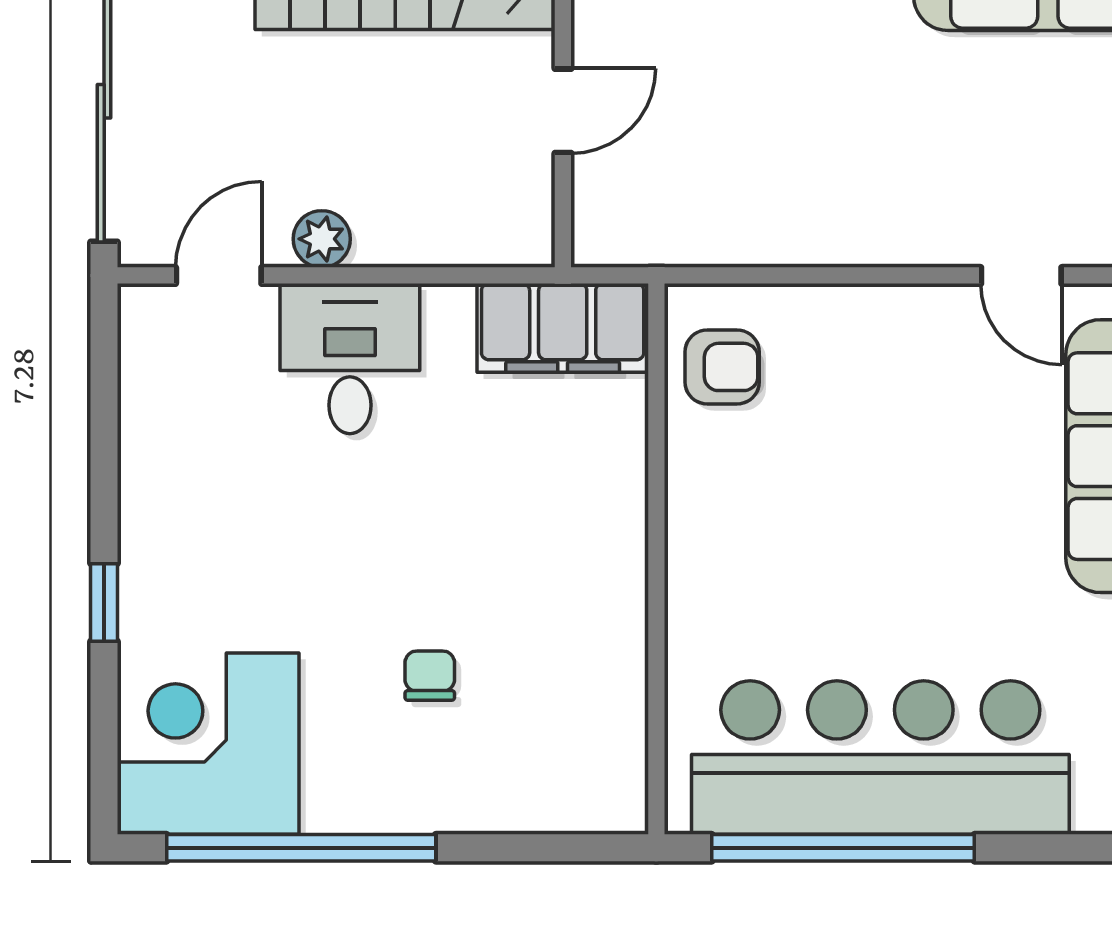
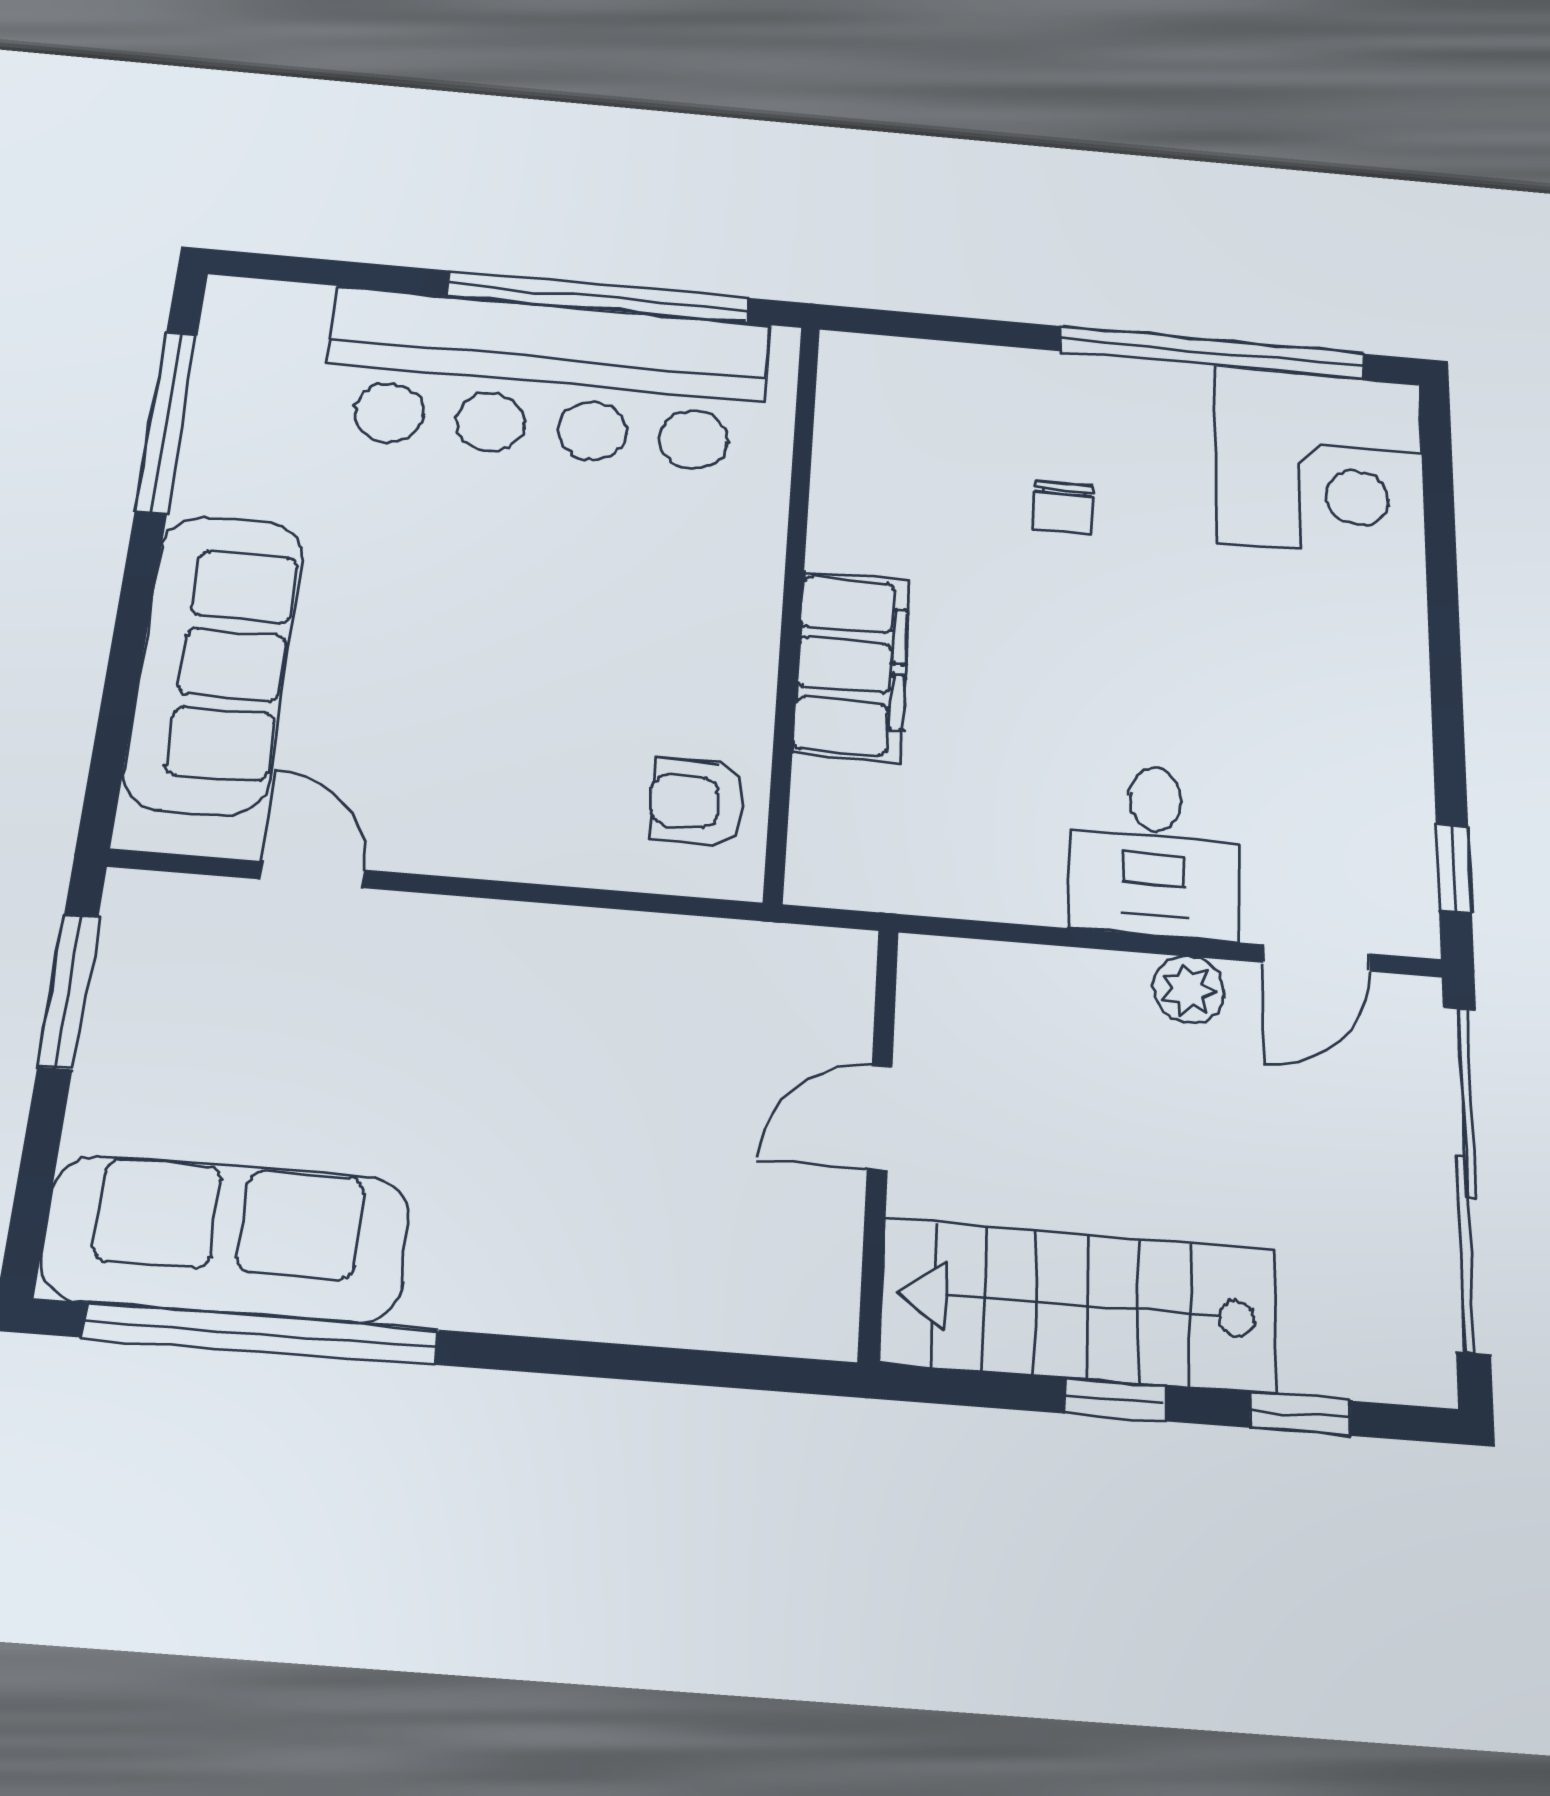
filing cabinet: (563, 328) -> (852, 666), moved, turned 90
window: (104, 602) -> (1454, 869), moved

